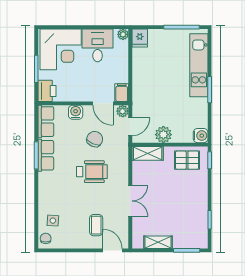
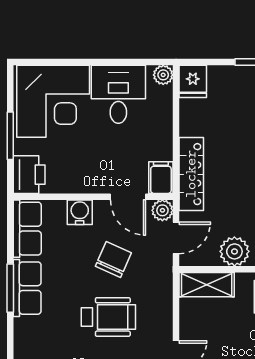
locker: (139, 91) -> (191, 174), added

